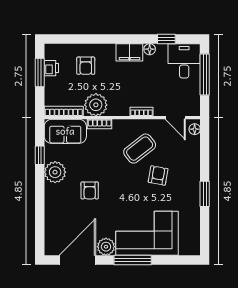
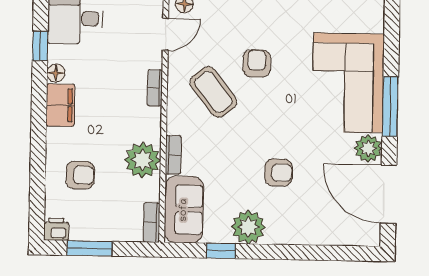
printer: (51, 68) -> (56, 229), moved
bookcase: (64, 111) -> (152, 222), width x0.64
armchair: (158, 175) -> (257, 63), turned 80

